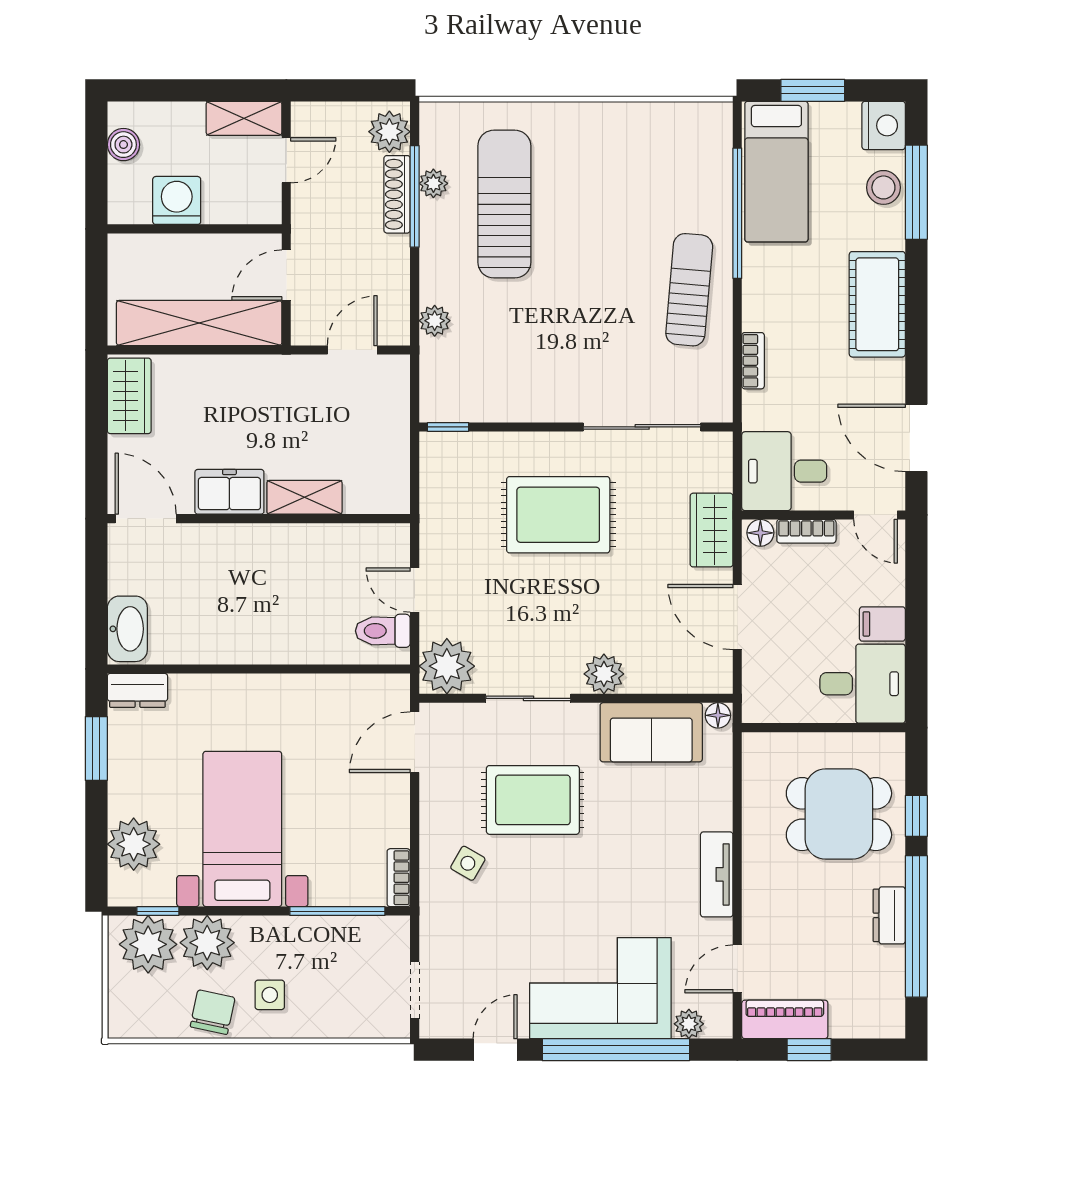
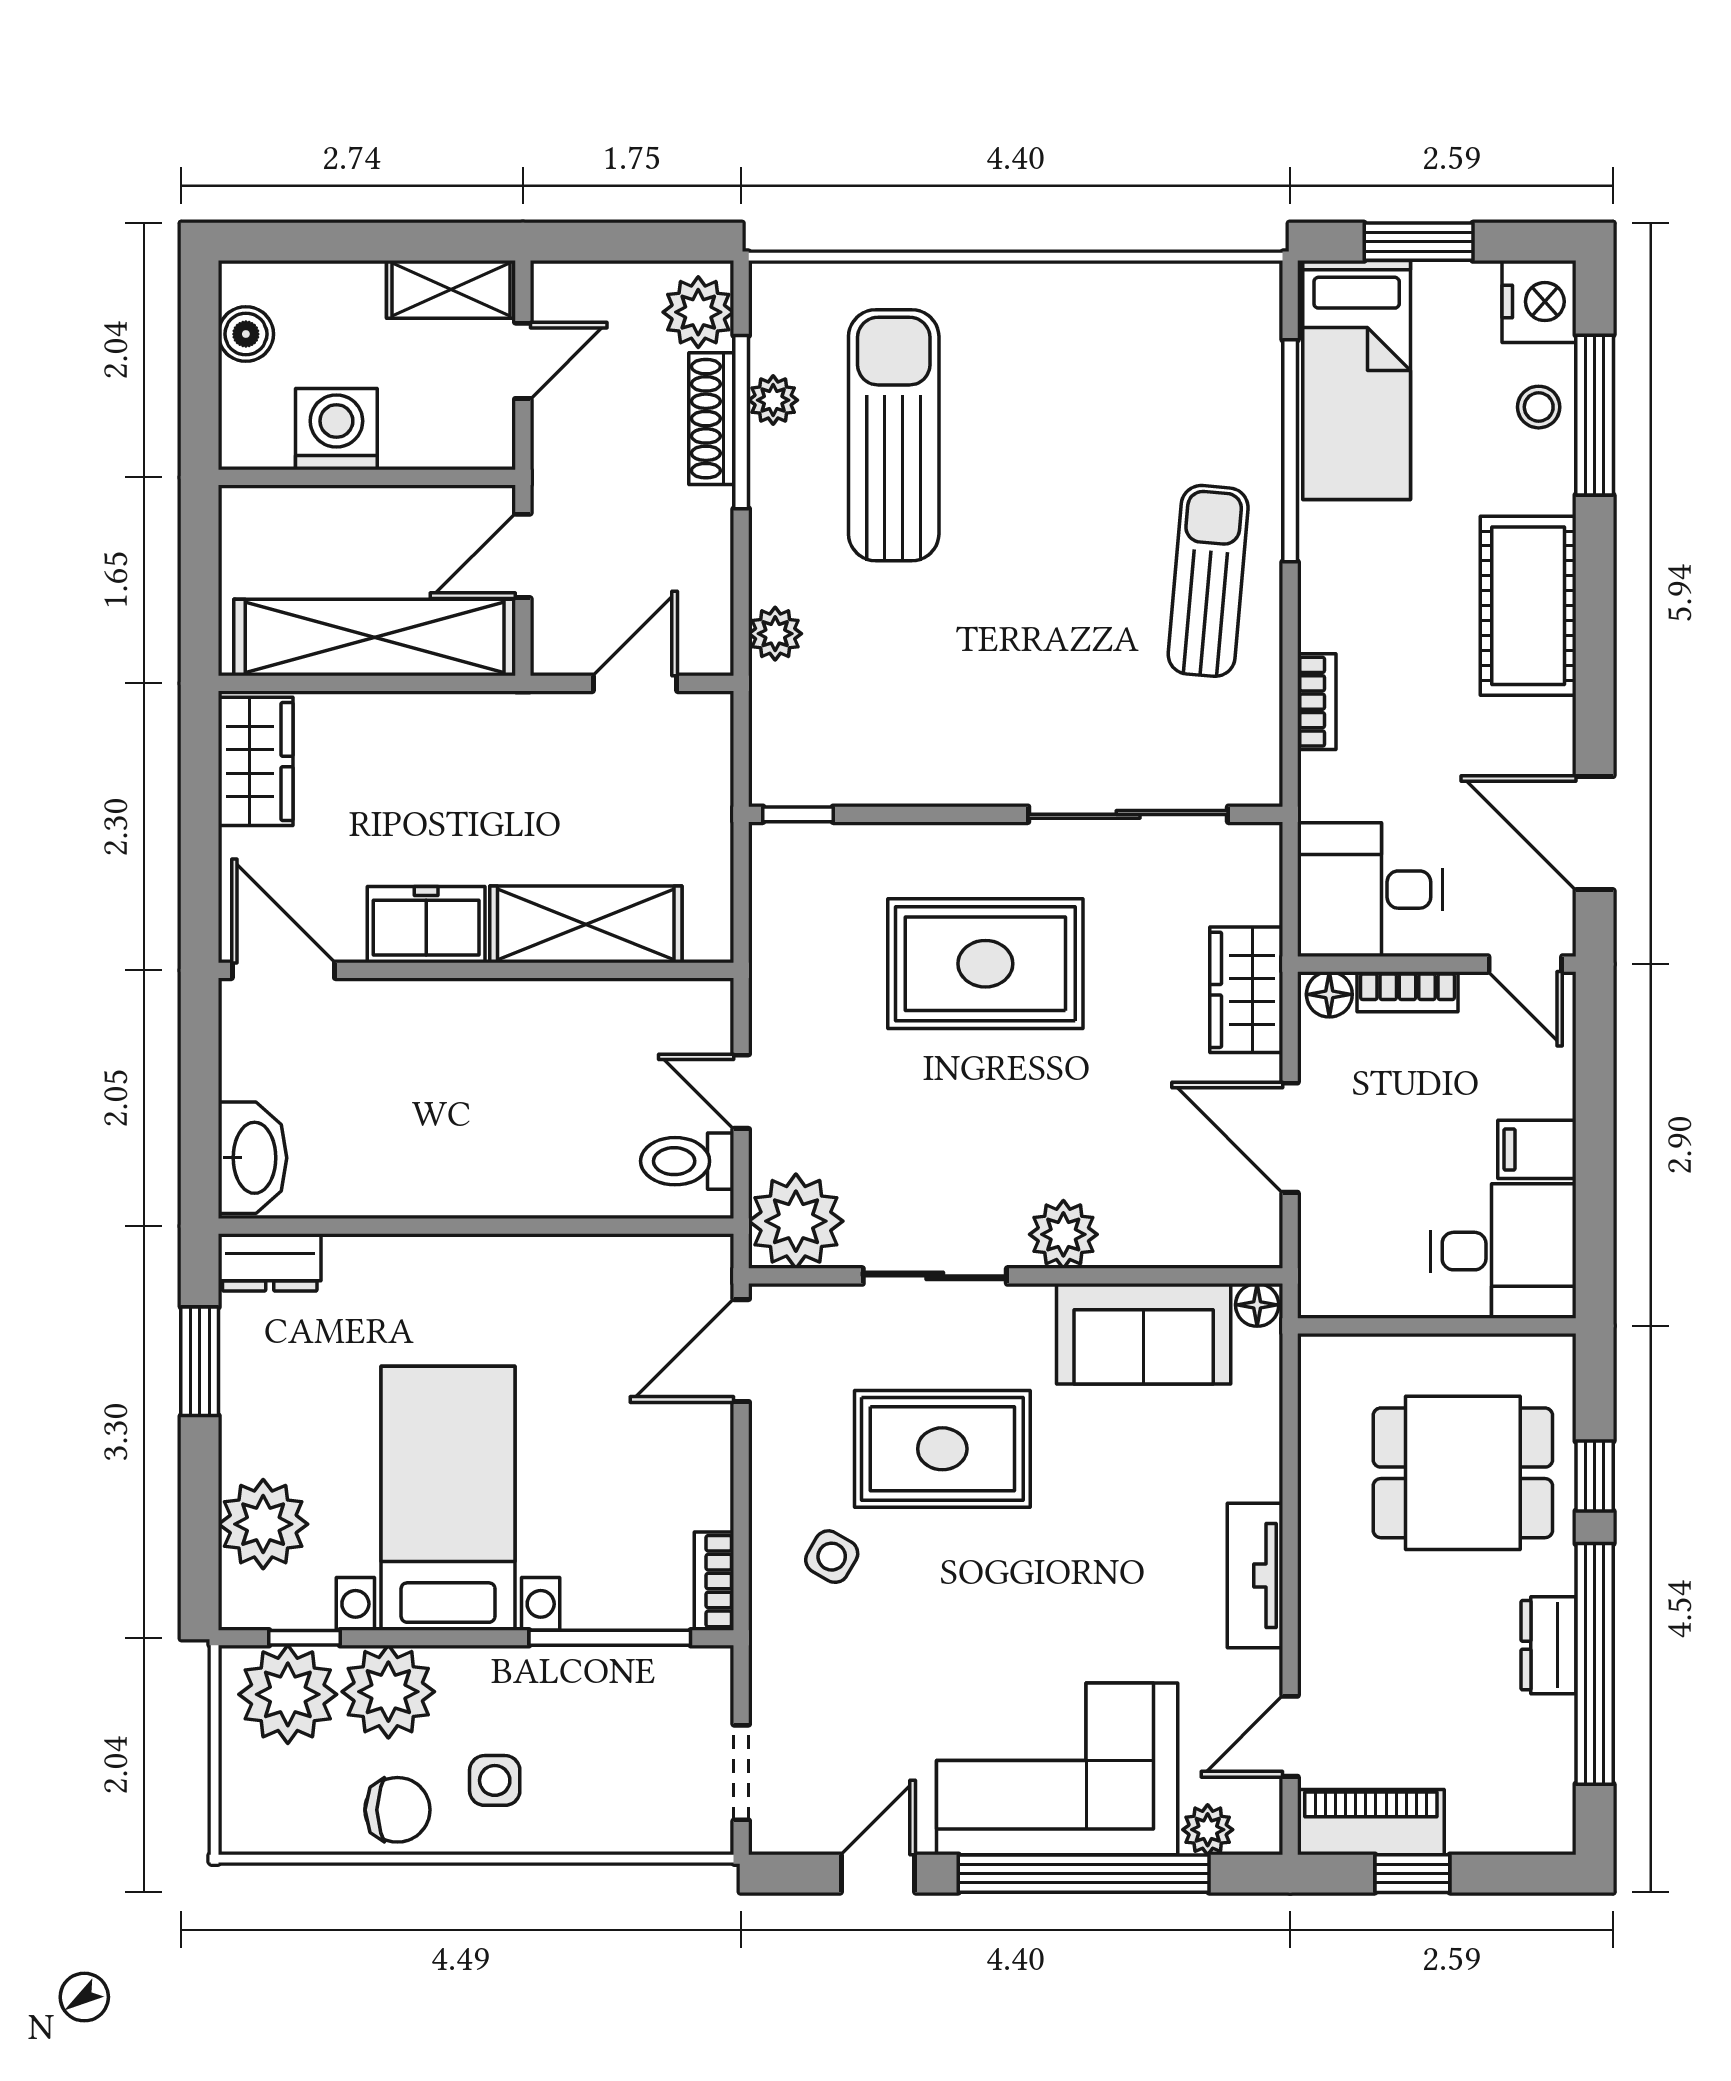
stool: (883, 187) -> (1539, 407), width x0.73, depth x0.73
shelving: (304, 497) -> (586, 924), width x1.50, depth x1.33
chair: (213, 1012) -> (397, 1810), turned 78

